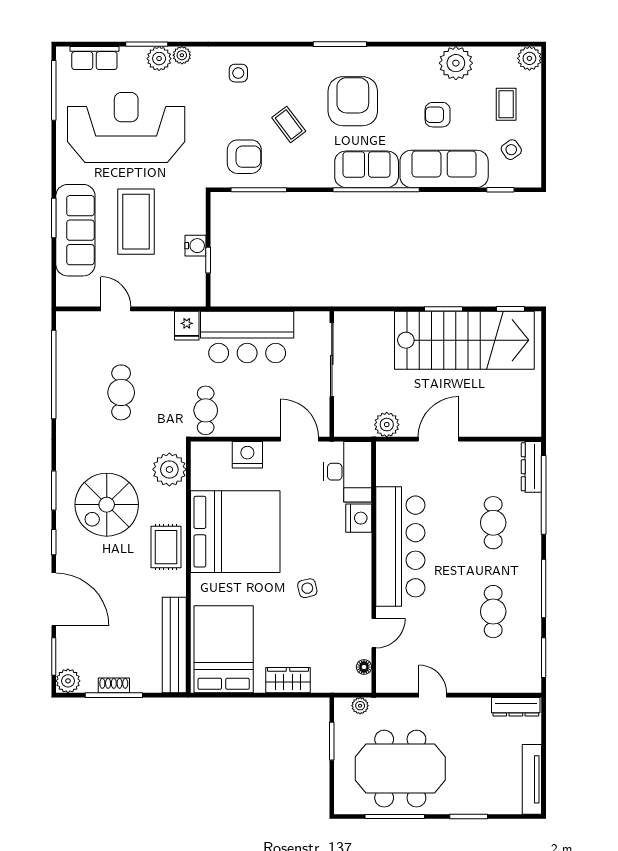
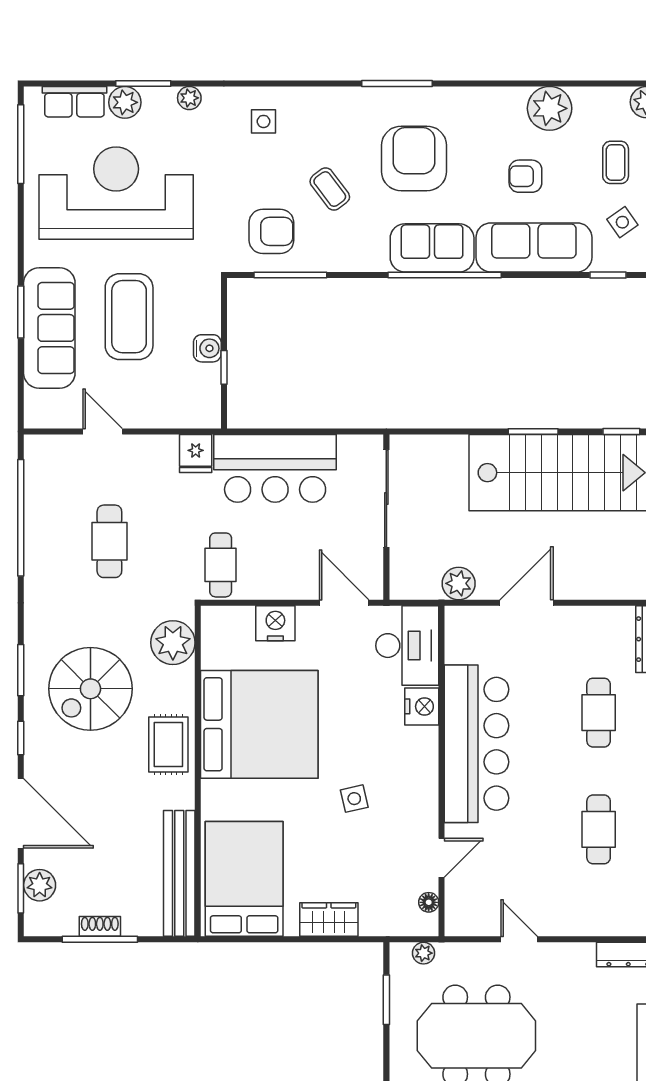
plant: (159, 59) -> (125, 102), moved
plant: (68, 681) -> (40, 885), moved

